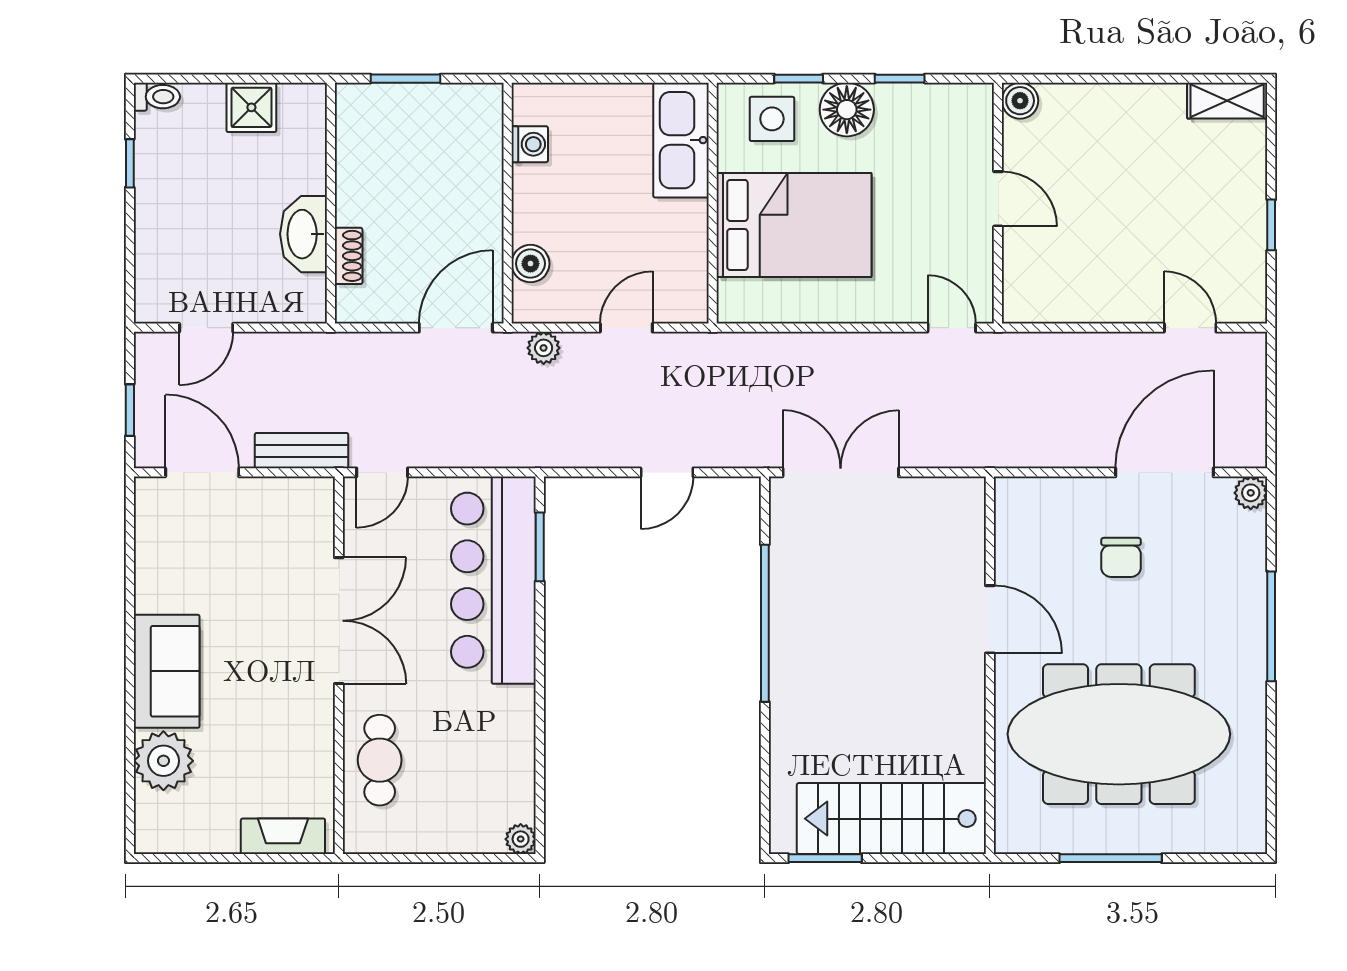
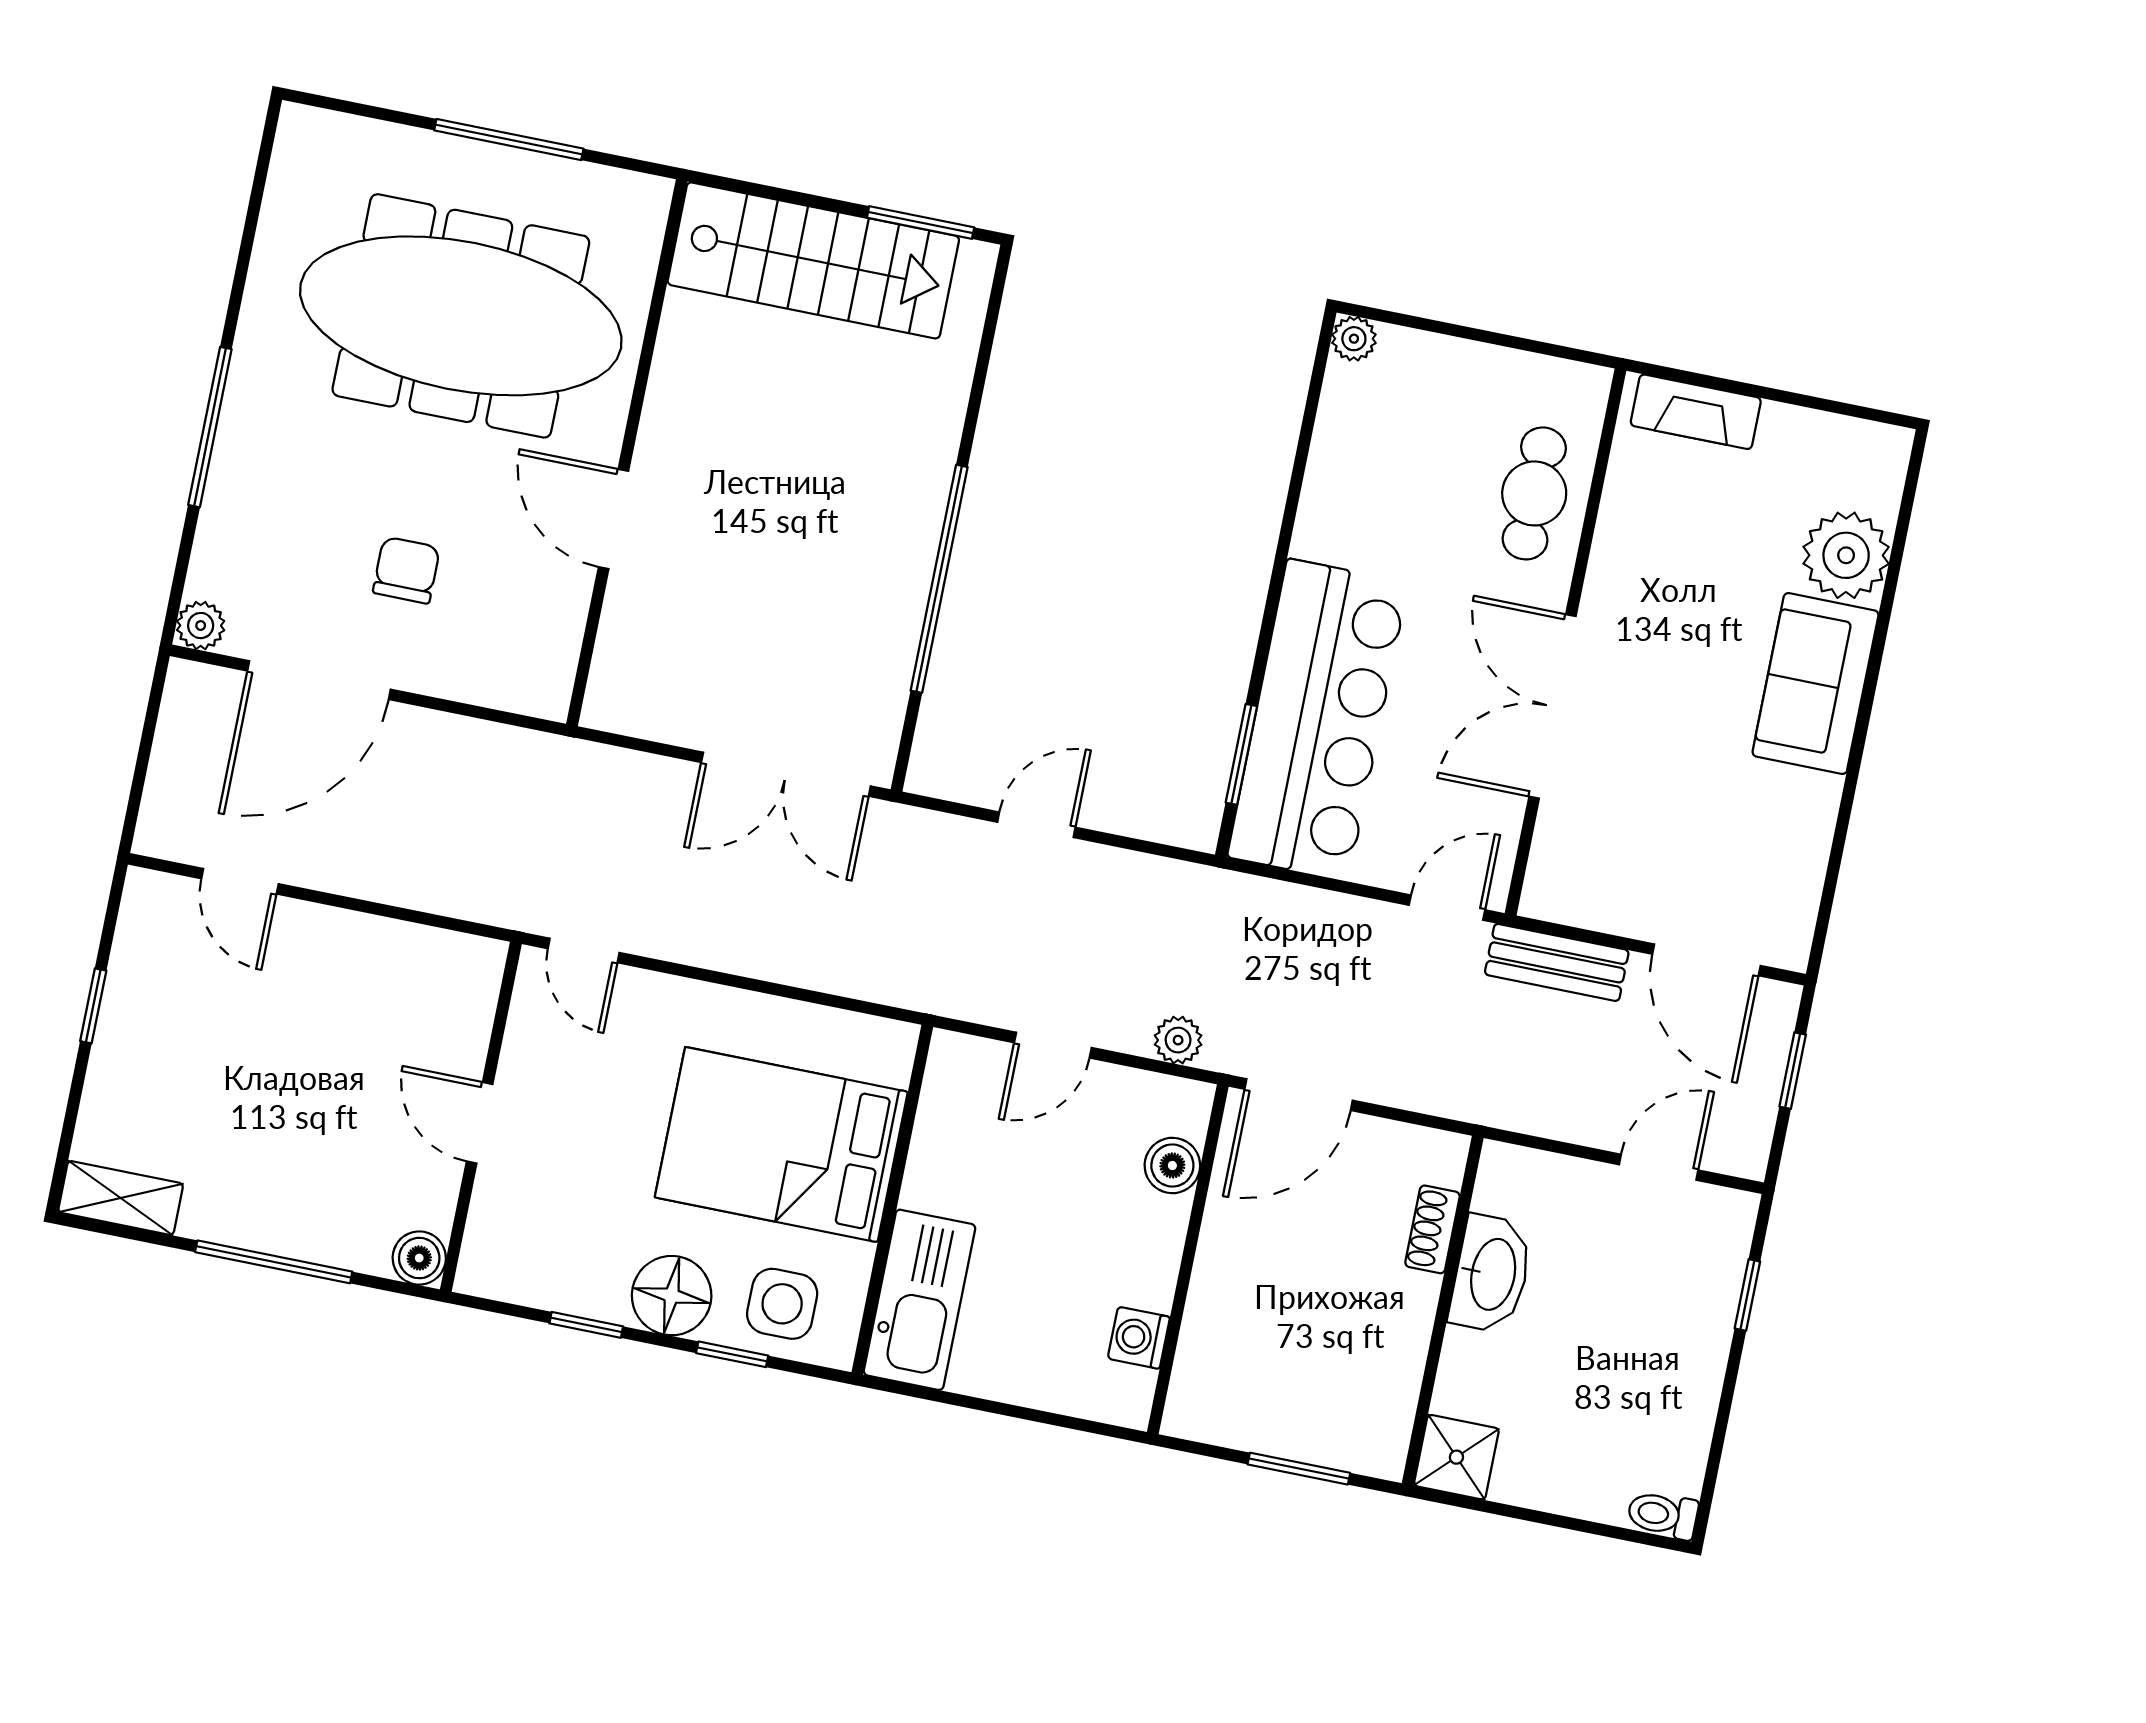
window: (1116, 79) -> (274, 1262), added
shower: (251, 107) -> (1456, 1457), moved
window: (130, 163) -> (1747, 1295), moved

